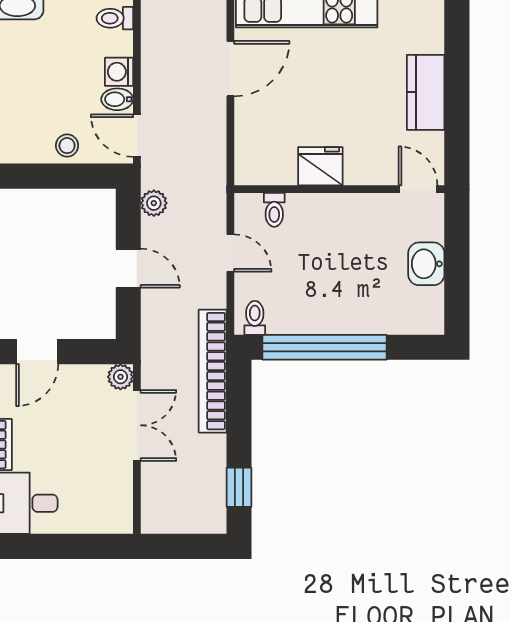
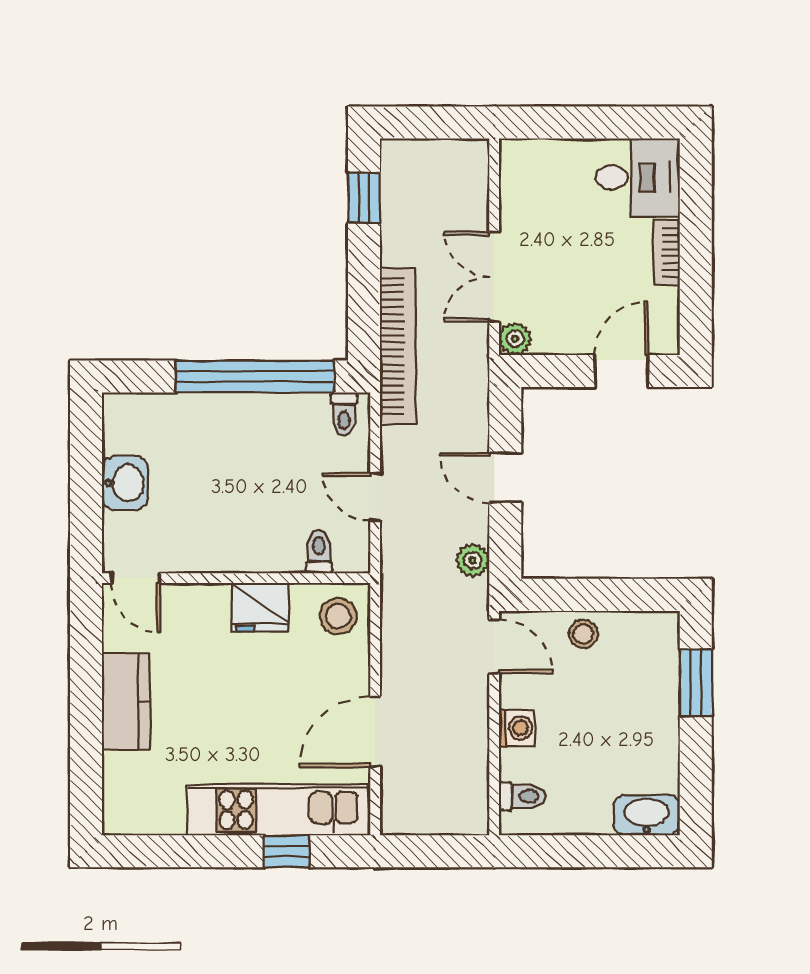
bidet: (117, 99) -> (519, 693), removed
stool: (259, 159) -> (338, 616), added

